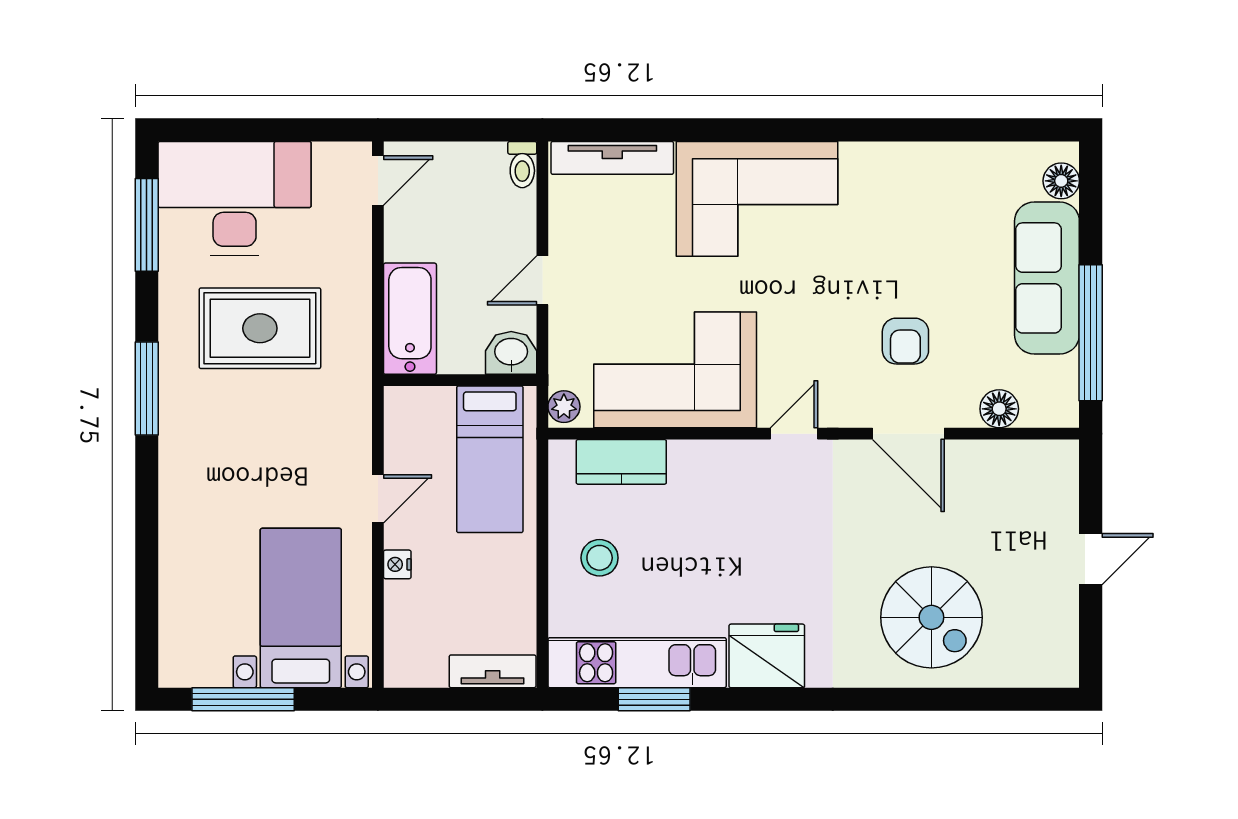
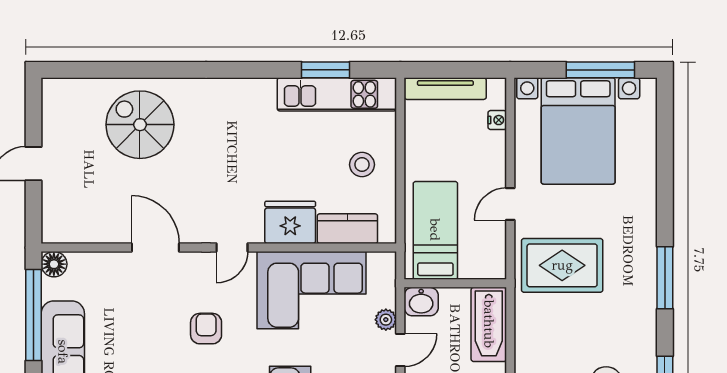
rug: (260, 328) -> (562, 265), moved
armchair: (905, 341) -> (206, 329), moved
plant: (564, 407) -> (386, 320), moved
floor lamp: (999, 409) -> (54, 264), moved
nightstand: (397, 564) -> (497, 120), moved
bed with nightstands: (301, 608) -> (578, 131), width x1.36
fridge: (767, 656) -> (290, 222), moved, turned 180
tv unit: (493, 671) -> (445, 89), width x1.41

